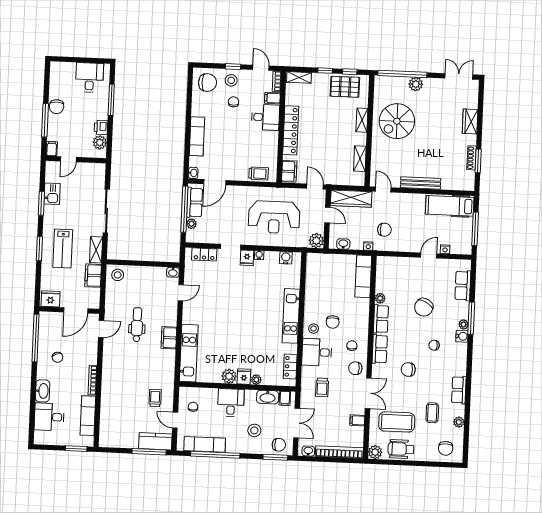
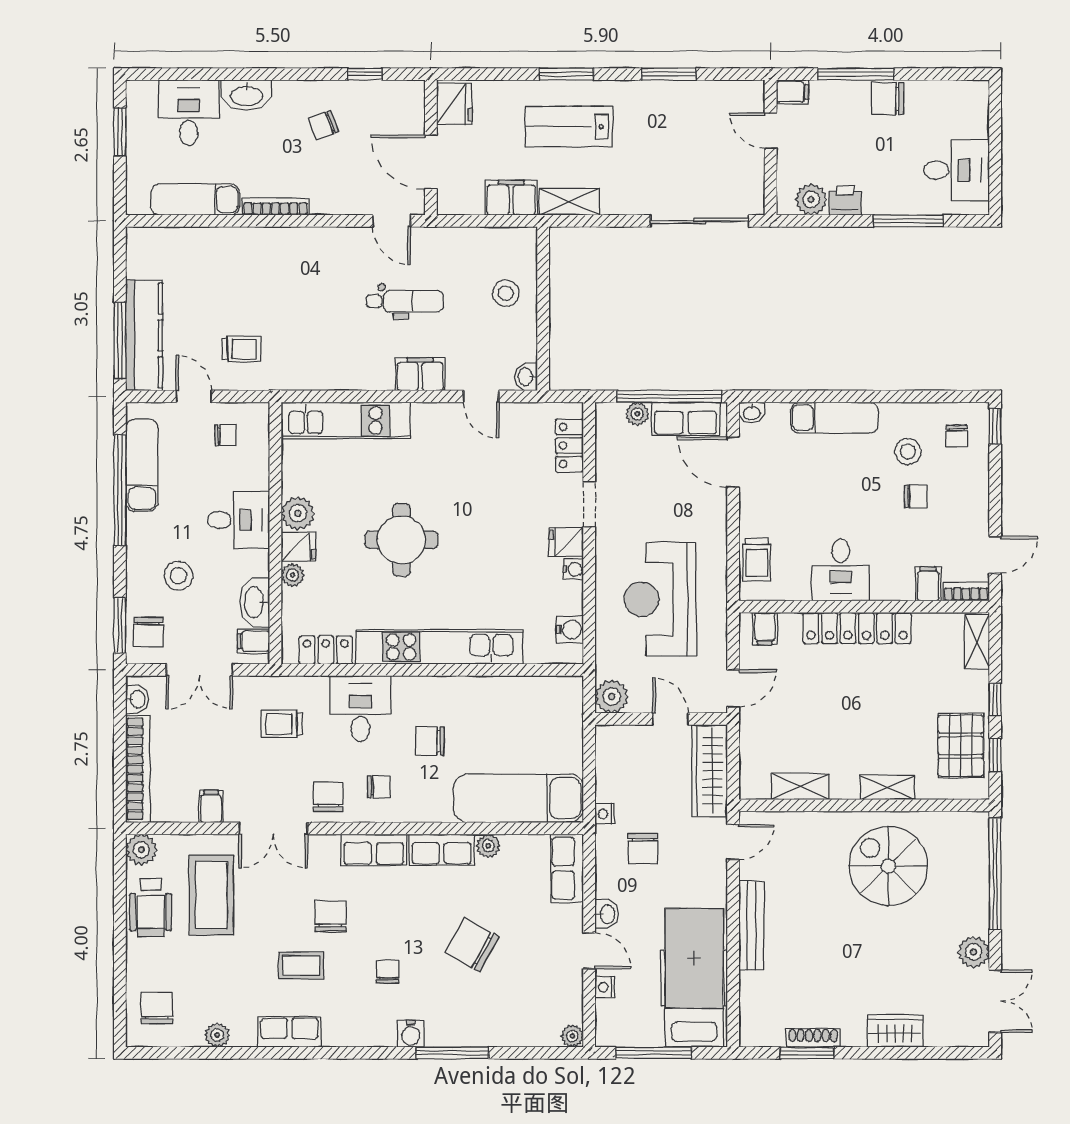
window: (233, 67) -> (995, 426), moved
stool: (231, 80) -> (908, 451), moved
chair: (207, 83) -> (957, 436), width x0.54, depth x0.54
plant: (416, 84) -> (973, 952), moved
desk: (265, 117) -> (841, 570), moved
filing cabinet: (289, 171) -> (765, 629), width x0.50
kitchen sink: (52, 194) -> (691, 97), removed
hospital bed: (450, 206) -> (694, 978), width x1.37, depth x1.29
sliding door: (106, 211) -> (700, 221), moved
door: (327, 215) -> (670, 719), swing flipped
washbasin: (343, 244) -> (607, 914), moved
stool: (118, 275) -> (506, 293), moved
exam couch: (363, 276) -> (518, 798), width x1.36, depth x1.45
row of seats: (463, 286) -> (567, 868), moved, turned -90
kitchen unit: (291, 316) -> (440, 647), width x1.36
plant: (463, 324) -> (572, 1036), moved
stool: (314, 329) -> (413, 699), removed
round table: (243, 331) -> (401, 540), added
window: (36, 338) -> (365, 74), width x0.32
filing cabinet: (169, 338) -> (420, 374), moved
coffee table: (432, 413) -> (301, 965), moved
door: (175, 420) -> (194, 396), hinge flipped
kitchen counter: (155, 441) -> (144, 335), width x1.50
chair: (446, 448) -> (157, 1008), turned 90
window: (76, 449) -> (120, 132), moved
wheelchair: (401, 449) -> (151, 908), turned 180

